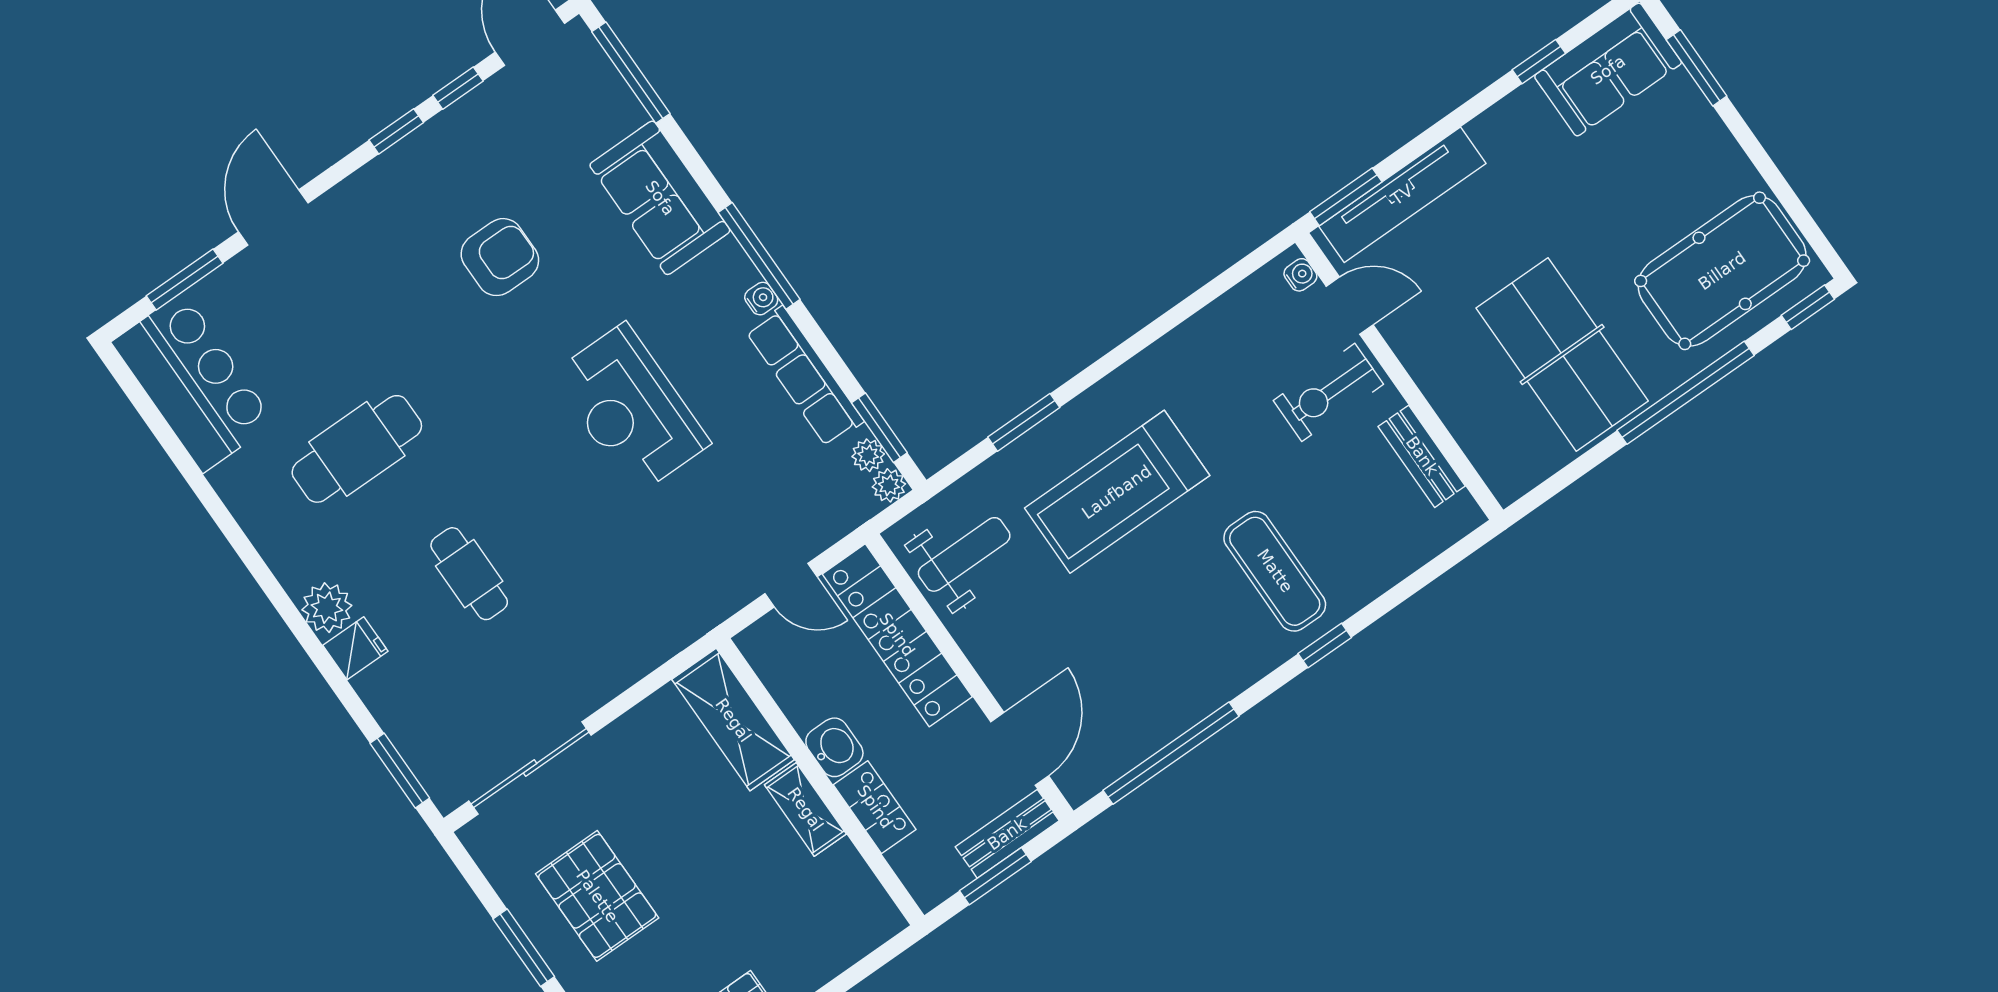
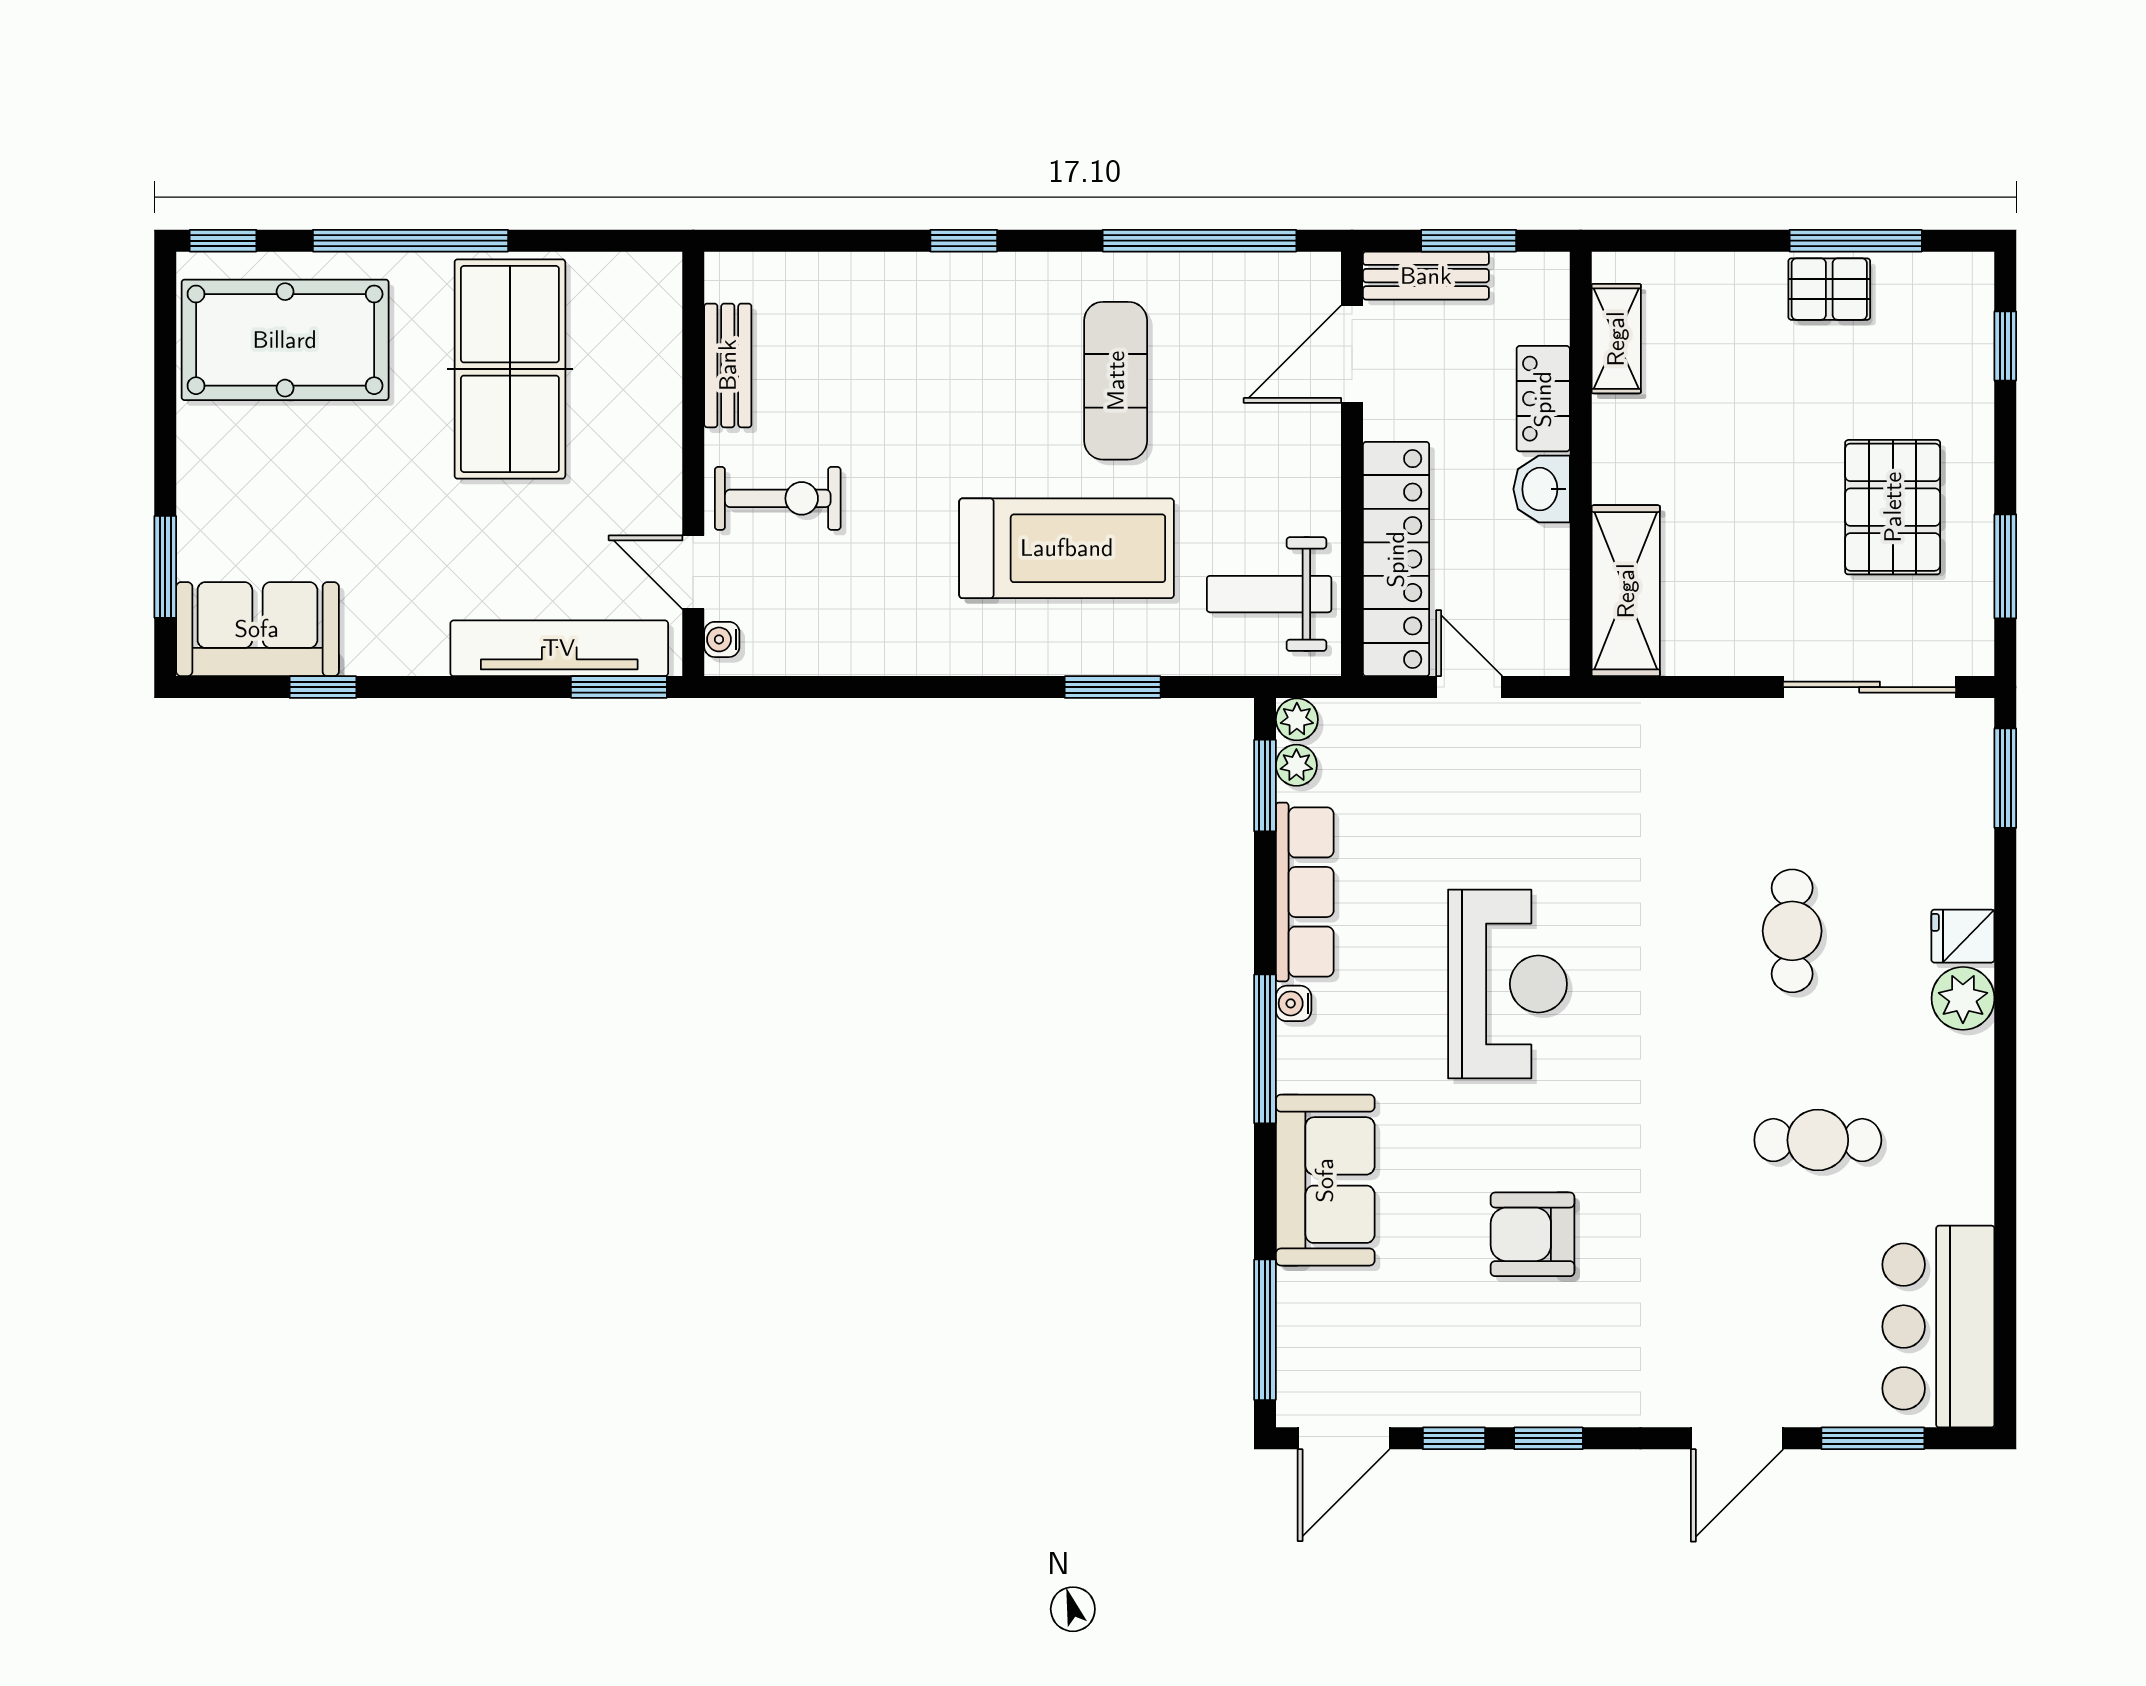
cafe table: (357, 449) -> (1818, 1140), width x0.73, depth x0.74
exercise mat: (1275, 571) -> (1116, 381), moved
shelving: (805, 809) -> (1616, 339), moved
window: (524, 948) -> (2005, 566), moved

